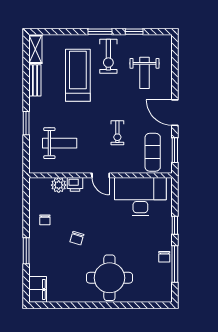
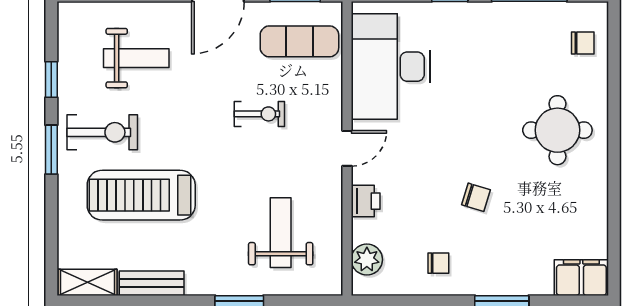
plant: (59, 185) -> (367, 260), moved
chair: (164, 257) -> (583, 43), moved
round table: (109, 278) -> (557, 130), width x0.73, depth x0.73

